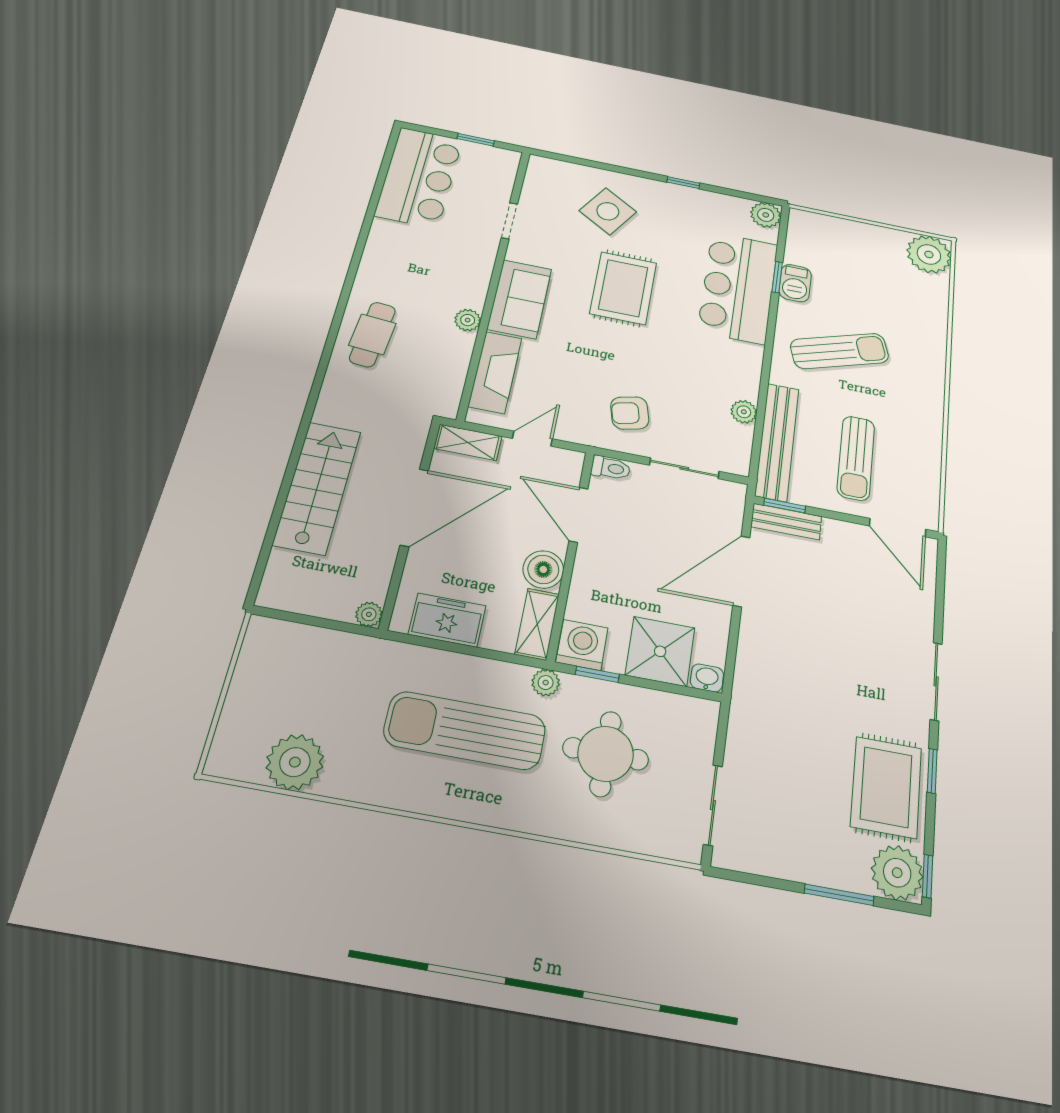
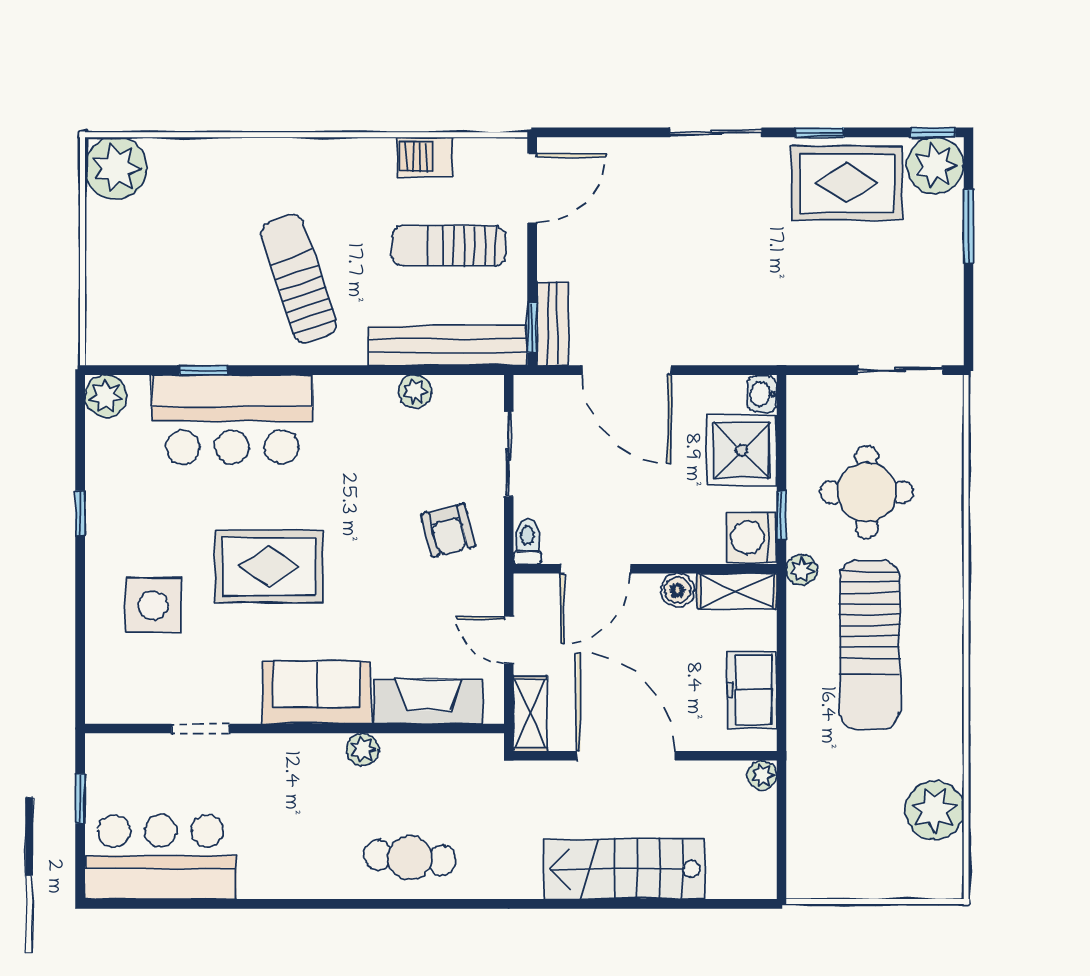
side table: (608, 211) -> (153, 605), turned -32
barbecue: (795, 283) -> (425, 157), moved, turned 180
sun lounger: (856, 458) -> (449, 246), turned 180
boiler: (543, 569) -> (677, 590), width x0.73, depth x0.73

